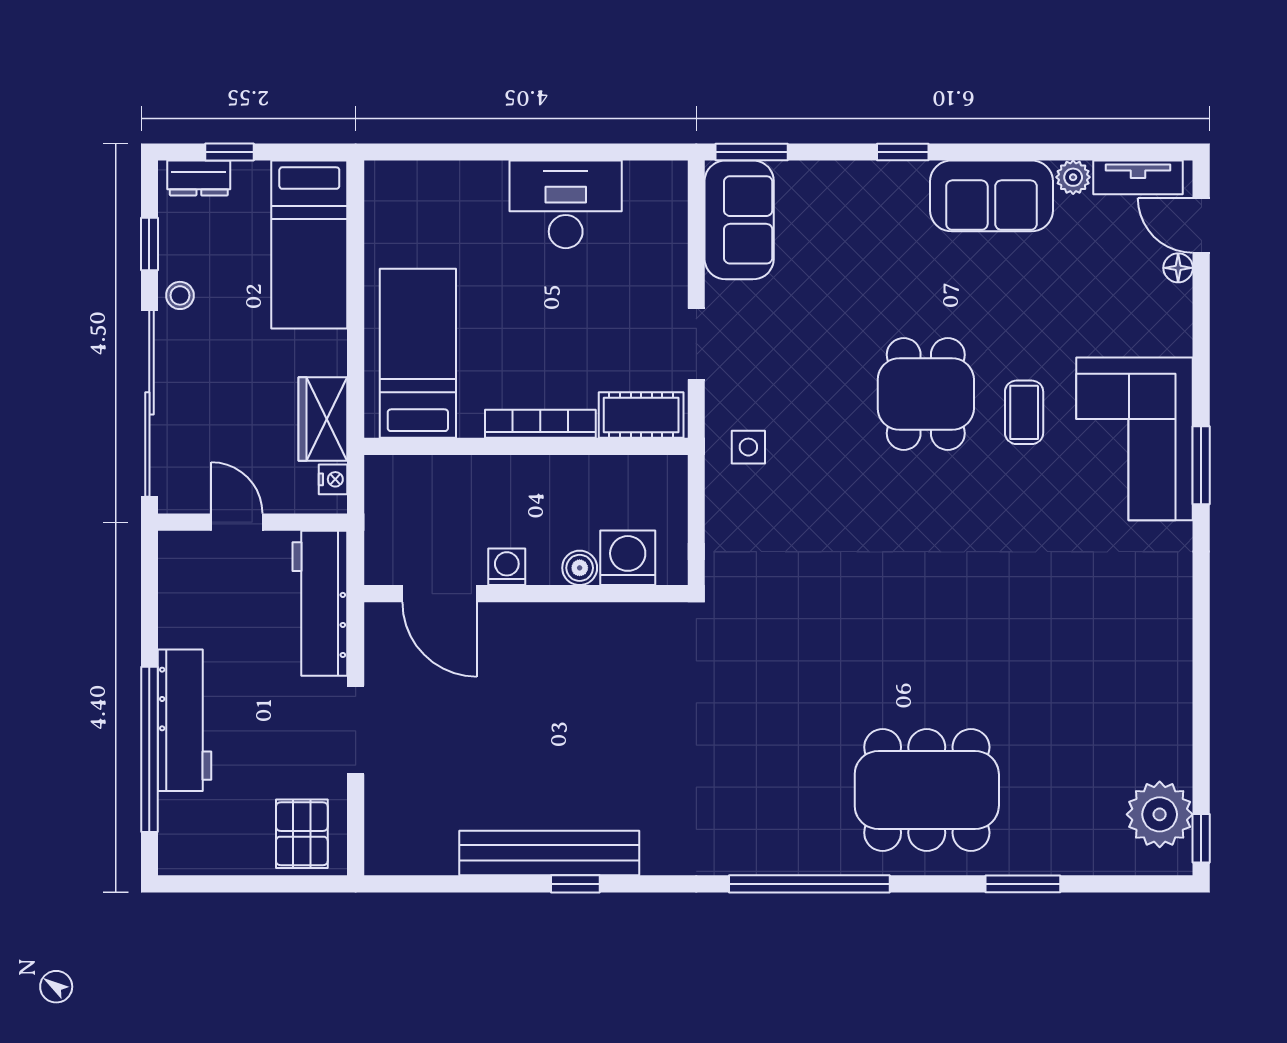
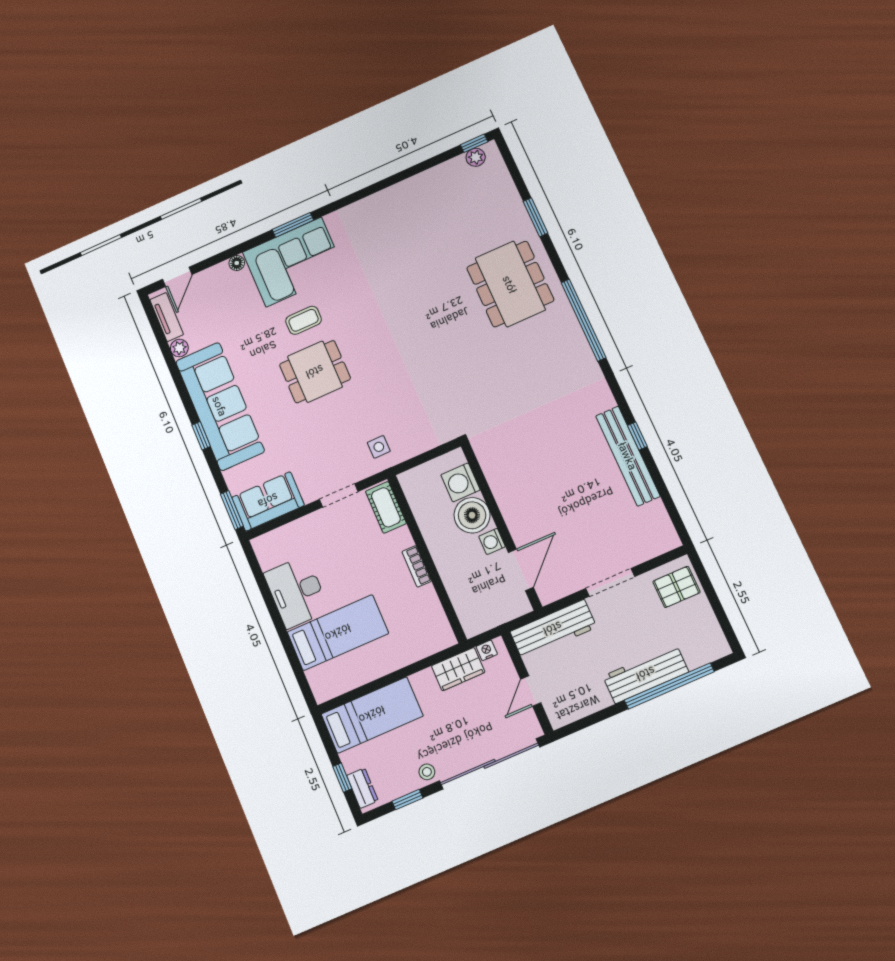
sofa: (991, 196) -> (220, 406), width x1.85, depth x1.27
floor lamp: (1178, 268) -> (237, 263), moved
bed: (418, 353) -> (338, 633), moved, turned 180
bookcase: (540, 424) -> (417, 566), width x0.64
boiler: (580, 568) -> (472, 515), width x1.86, depth x1.86
plant: (1160, 814) -> (476, 157), width x0.53, depth x0.53

